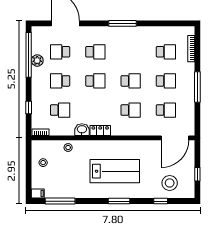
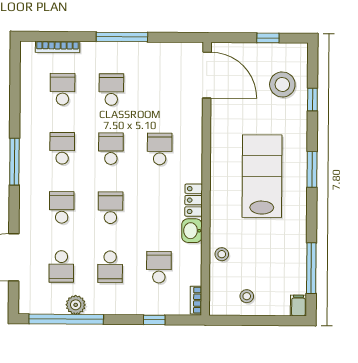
school desk: (166, 110) -> (62, 148), moved

